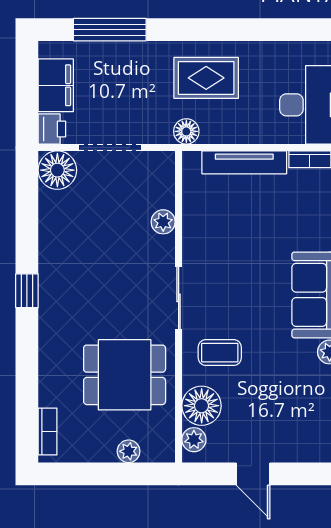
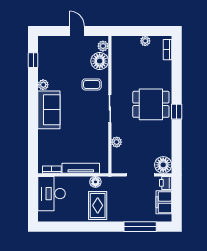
rug: (206, 78) -> (98, 205), turned 90
floor lamp: (186, 131) -> (95, 182), moved
dining table: (125, 375) -> (151, 104), moved
plant: (129, 451) -> (145, 41), moved

